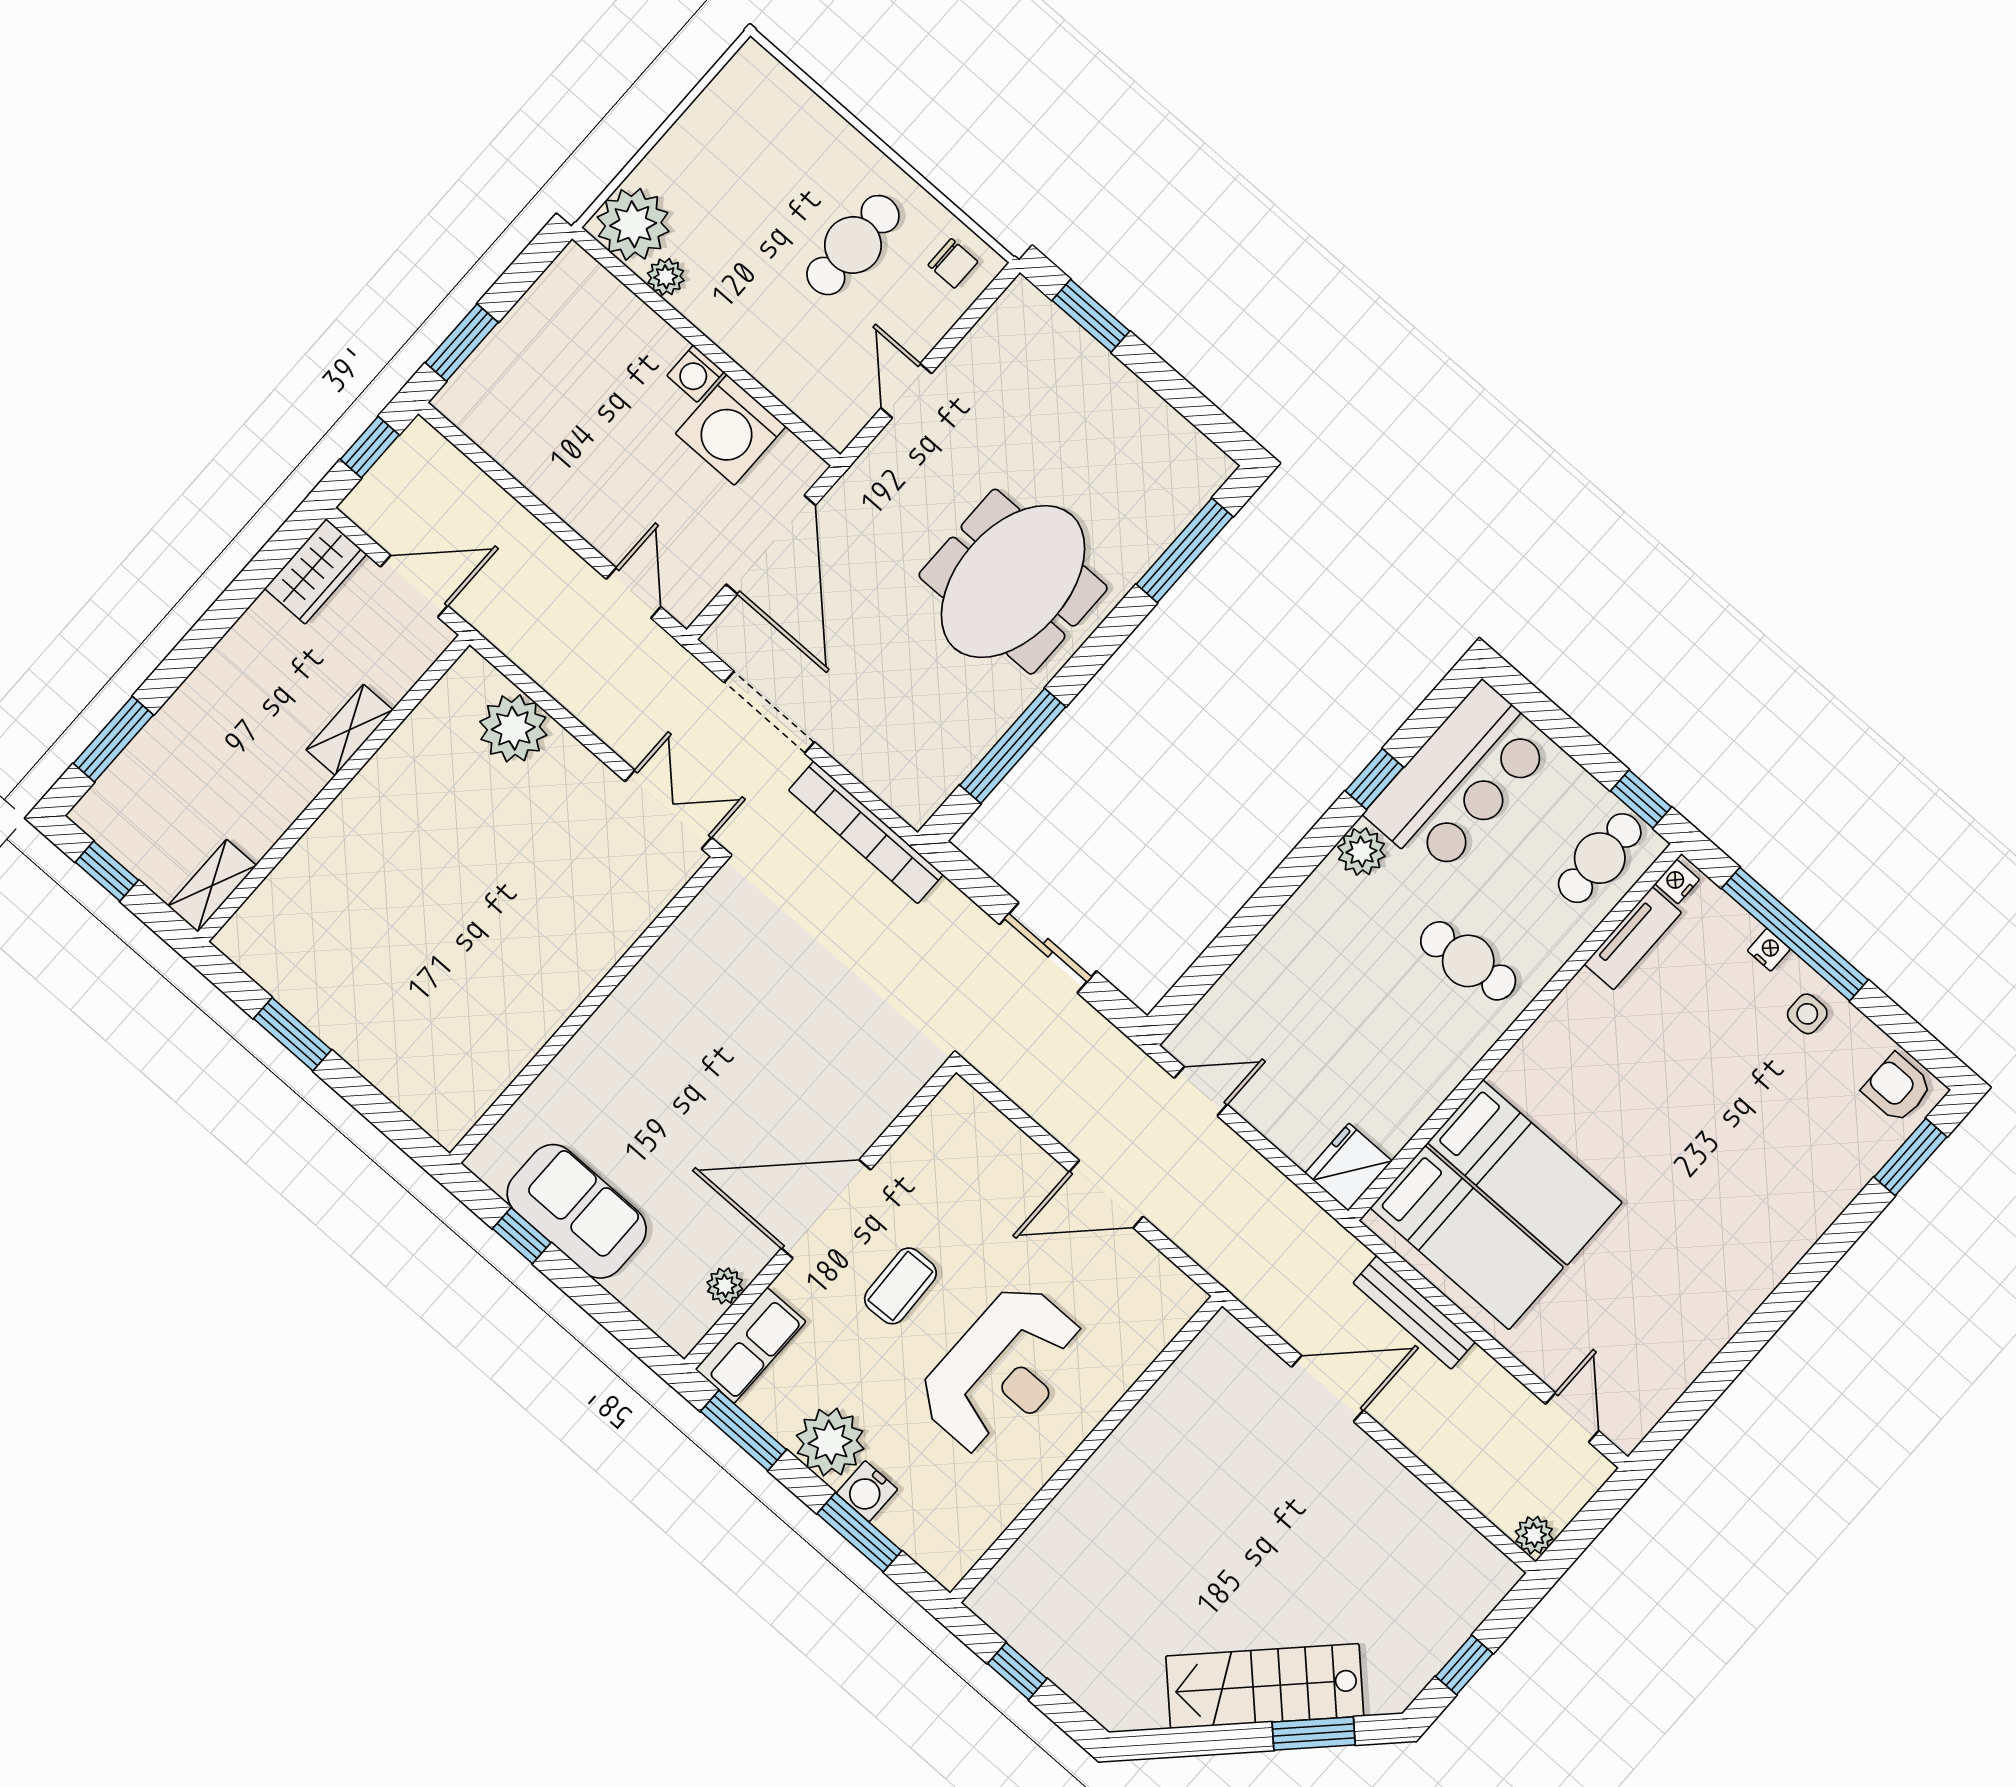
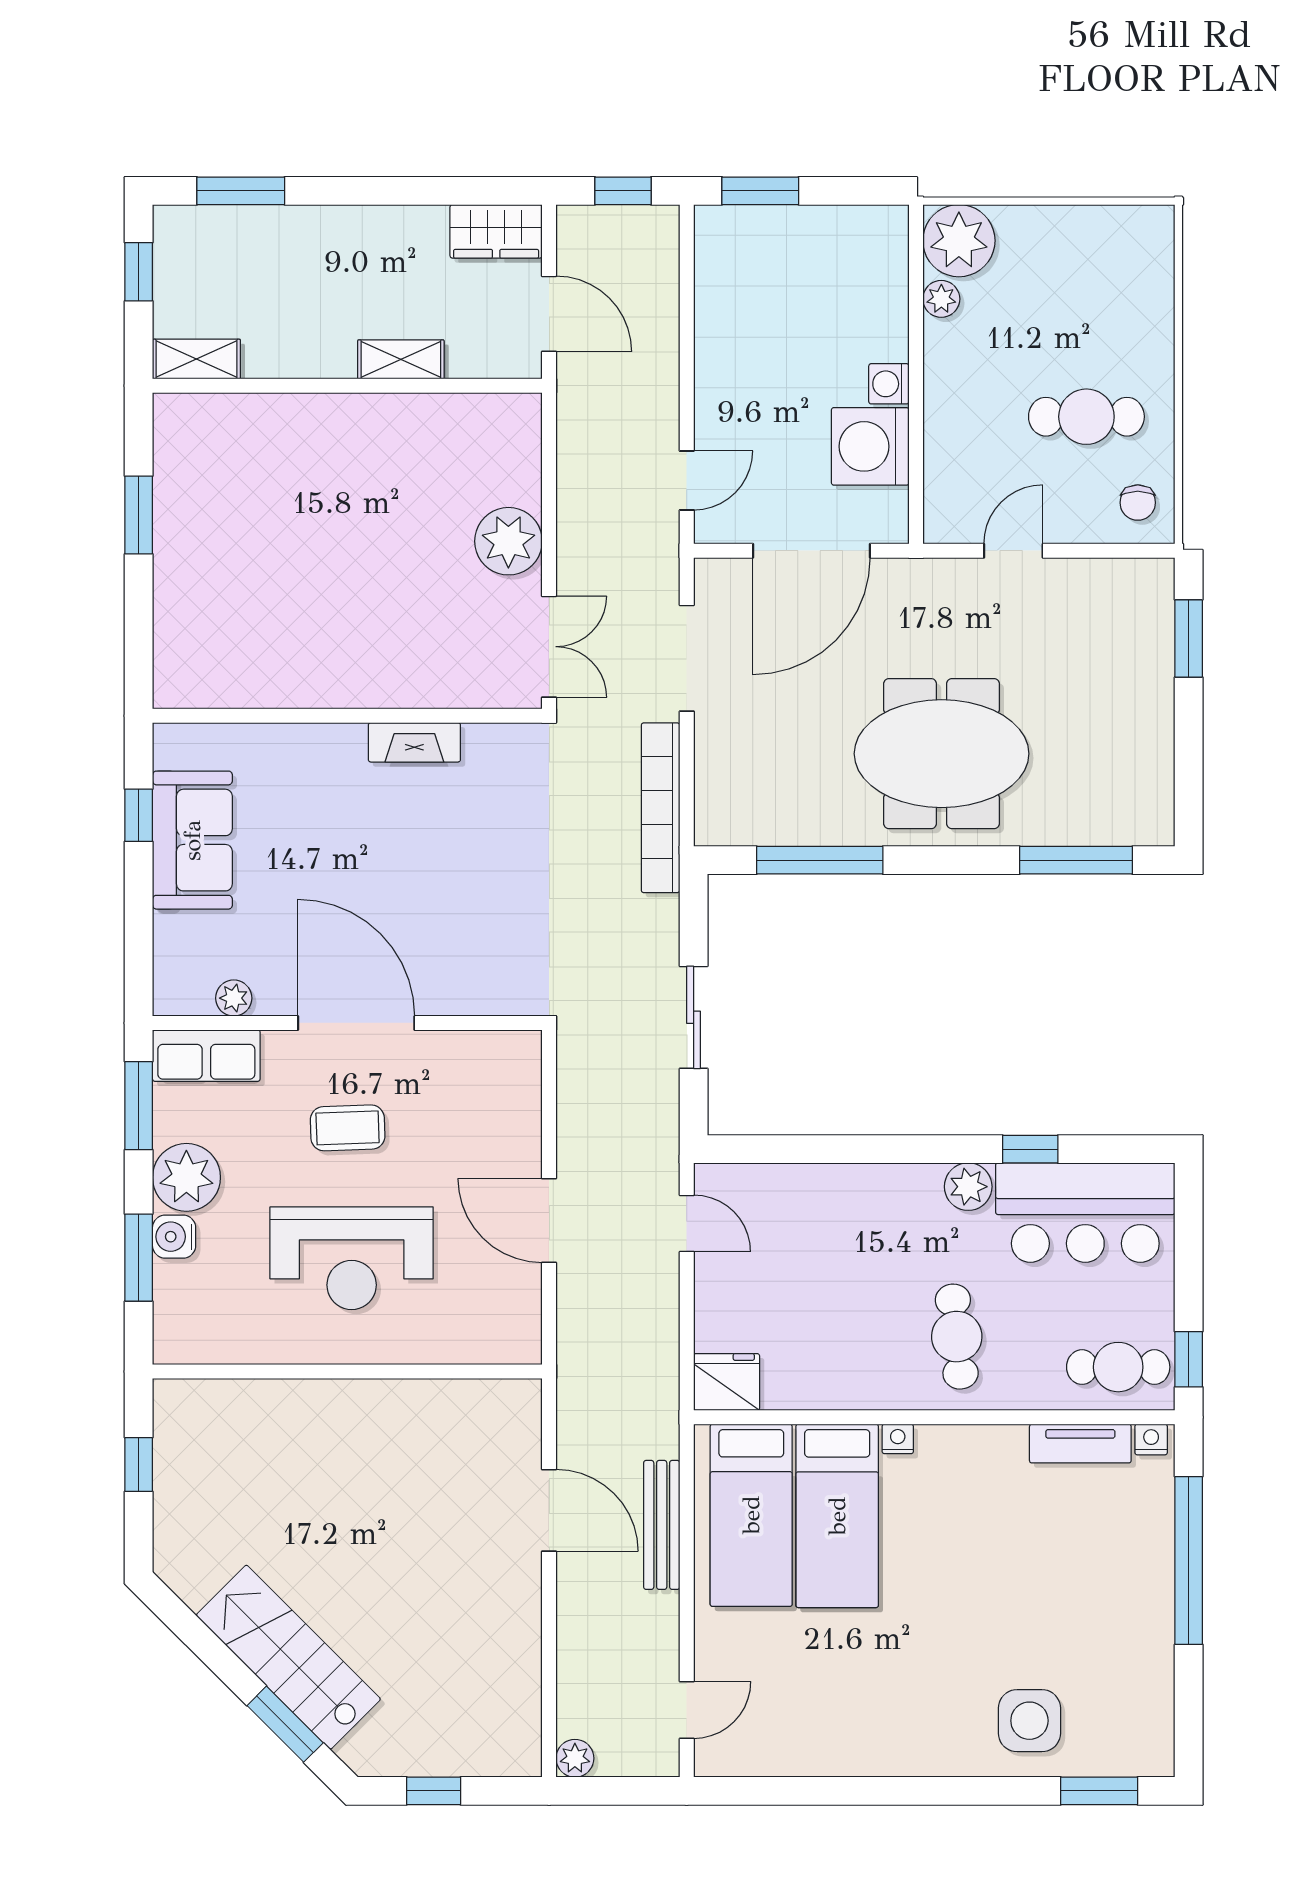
plant: (513, 728) -> (508, 541), moved
nightstand: (1769, 950) -> (898, 1439), moved, turned -90
fireplace: (651, 976) -> (414, 742), added
side table: (1807, 1014) -> (1029, 1721), moved, width x1.87, depth x1.87
armchair: (1897, 1088) -> (1141, 1736), removed

